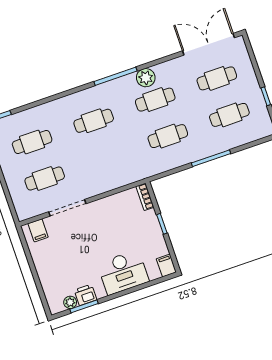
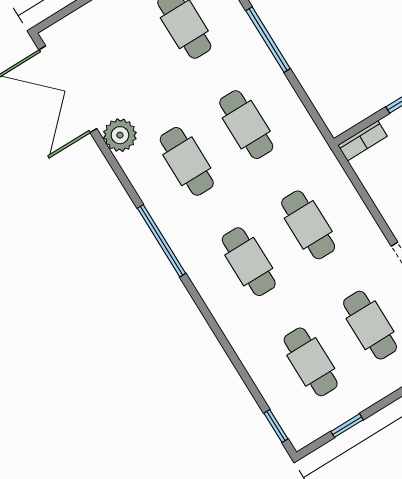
plant: (146, 78) -> (120, 135), moved
cafe table: (217, 78) -> (308, 225), moved

